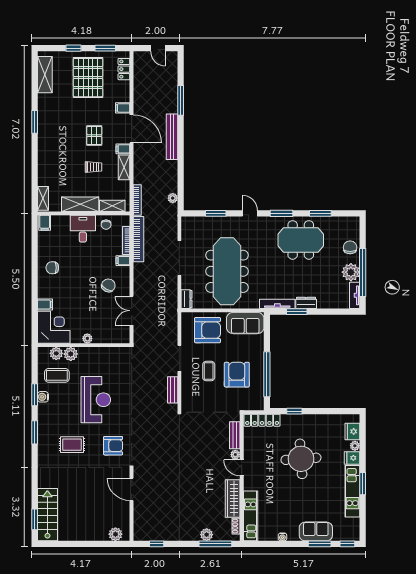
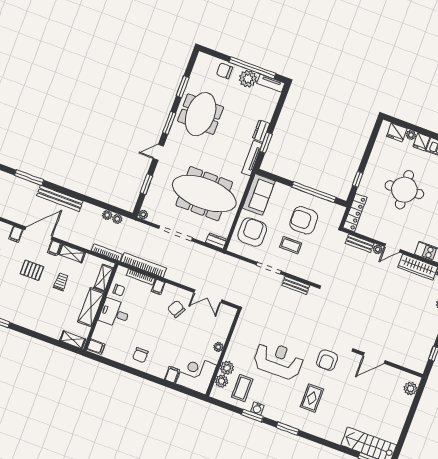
plant: (173, 187) -> (107, 215), added
plant: (186, 221) -> (143, 215), added
armchair: (113, 446) -> (327, 360), turned 180

